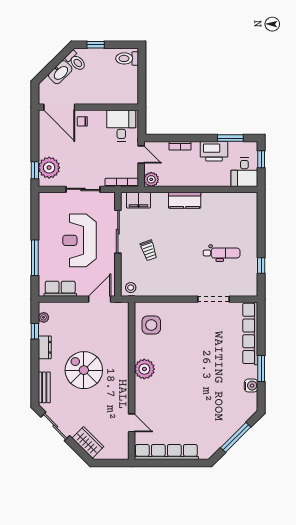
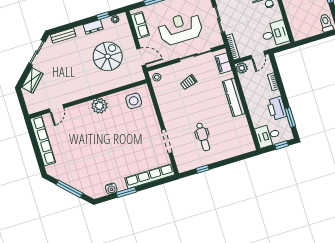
kitchen counter: (185, 200) -> (234, 98), width x1.50
spiral stairs: (84, 370) -> (108, 56), moved

